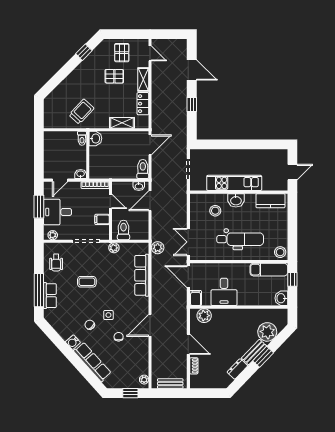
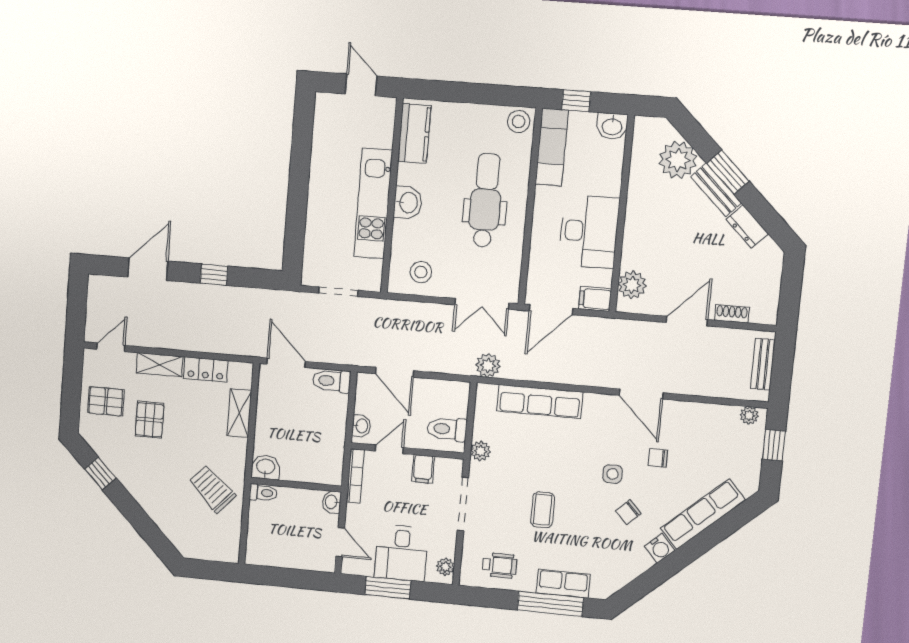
washbasin: (139, 186) -> (361, 426), moved
stool: (215, 211) -> (421, 272), moved
desk: (224, 292) -> (589, 231), width x1.37

